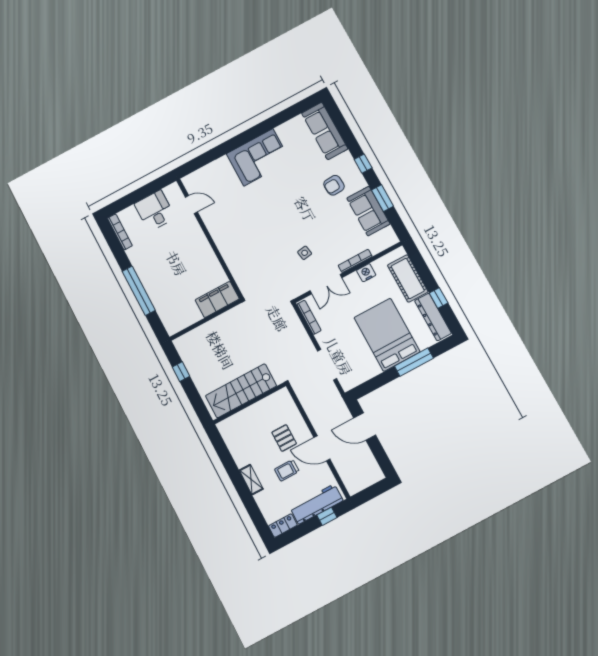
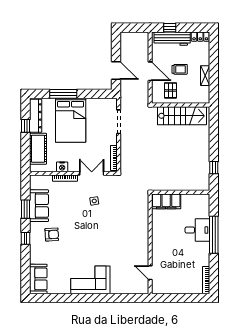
sofa: (325, 131) -> (38, 279), width x0.73
desk: (155, 211) -> (197, 230), moved, turned -90
stairs: (241, 391) -> (182, 116), moved
wall: (250, 403) -> (181, 105), moved

